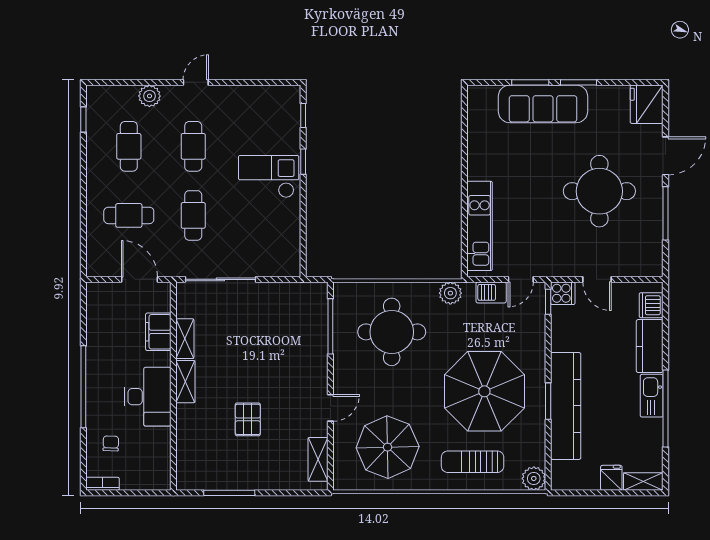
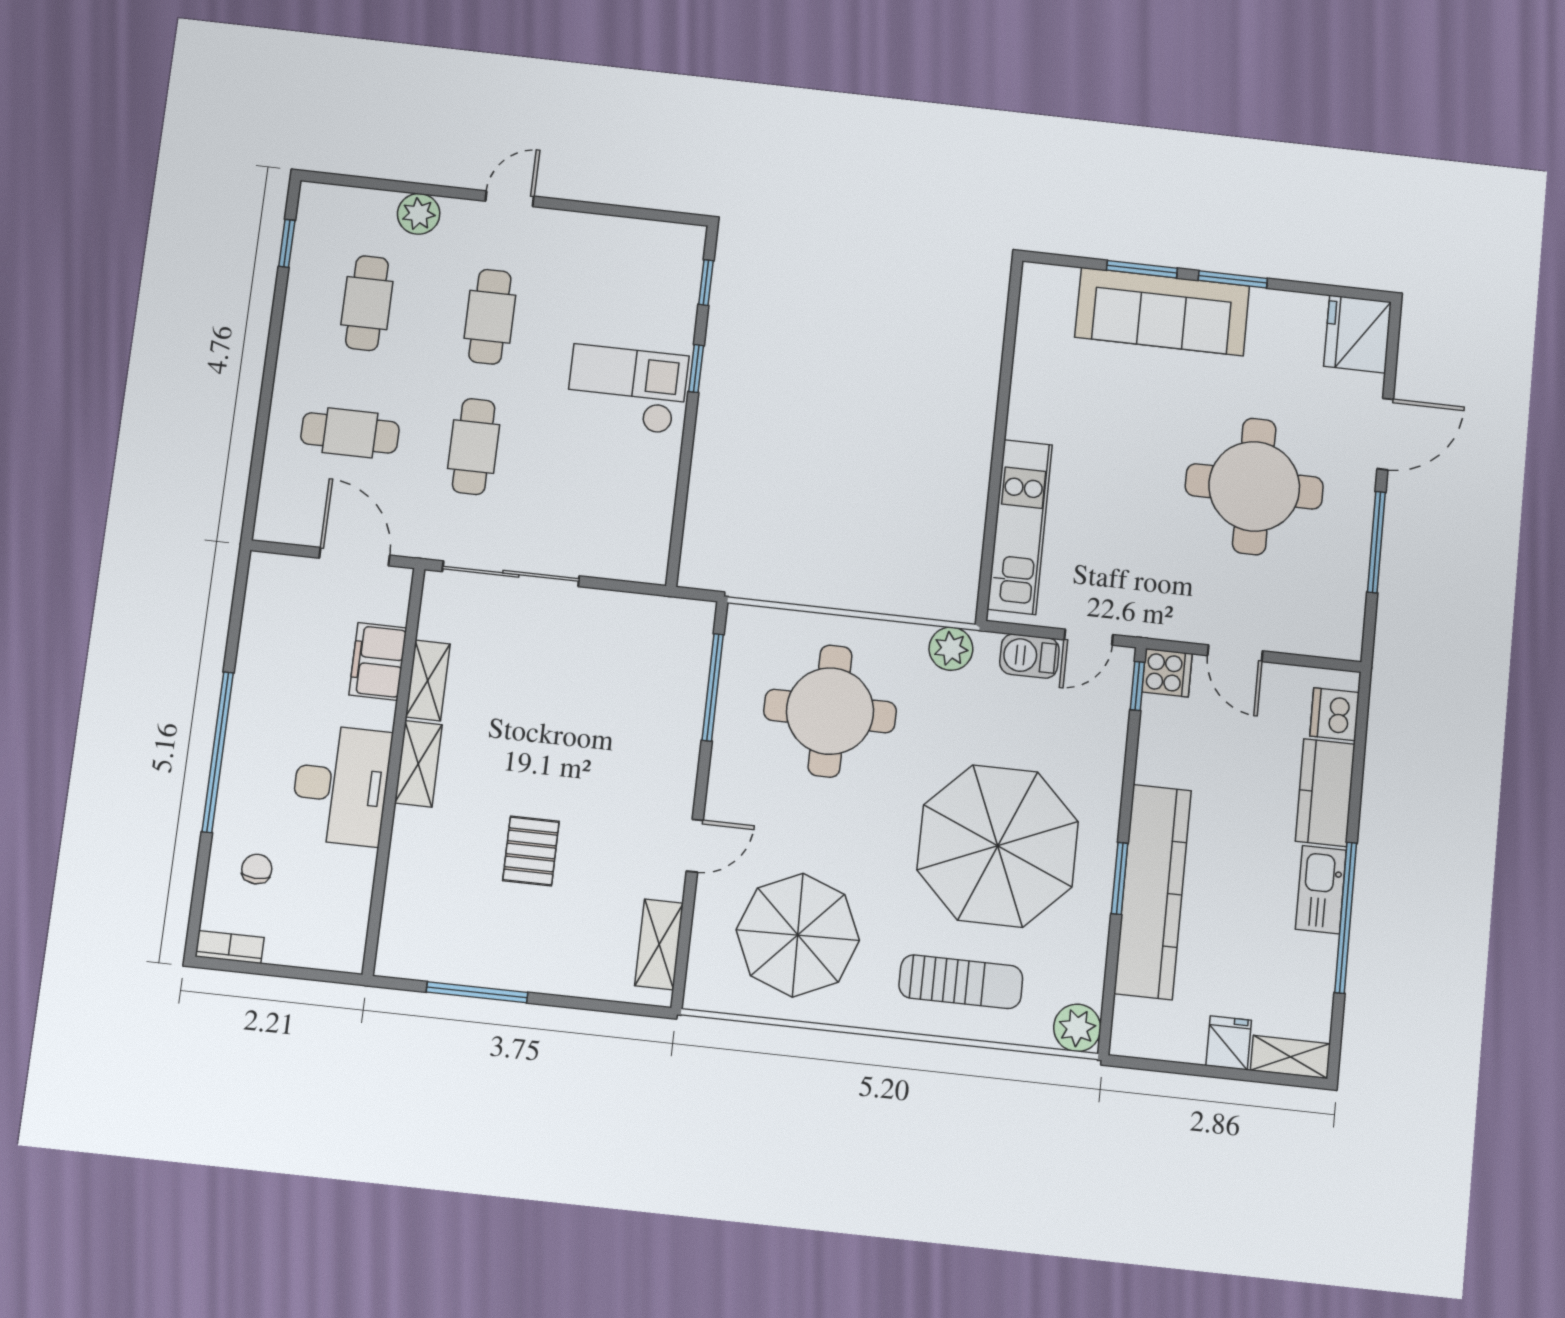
sun lounger: (473, 462) -> (961, 982), turned 180

